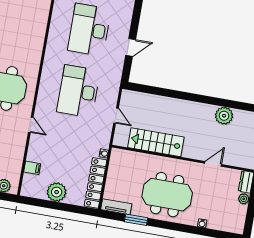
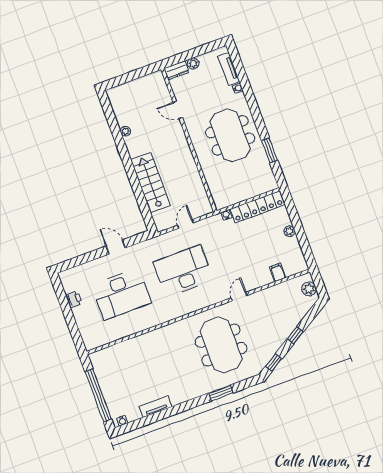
desk: (78, 91) -> (183, 271), turned 180
plant: (224, 116) -> (125, 131), width x0.53, depth x0.53
stairs: (156, 142) -> (151, 183), moved, turned 180
plant: (57, 192) -> (289, 231), width x0.53, depth x0.53
tv unit: (116, 207) -> (229, 69), moved

